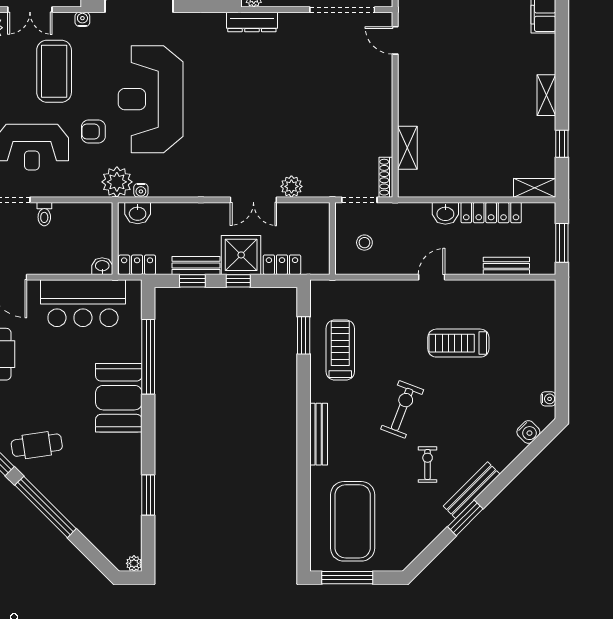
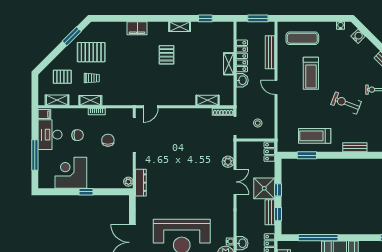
pallet: (493, 70) -> (167, 55), added
shelving: (535, 188) -> (229, 64), moved
locker: (282, 265) -> (269, 152), moved
bench: (506, 266) -> (270, 52), width x1.36
exercise mat: (524, 327) -> (302, 38), added
bench: (319, 434) -> (355, 147), width x0.73

